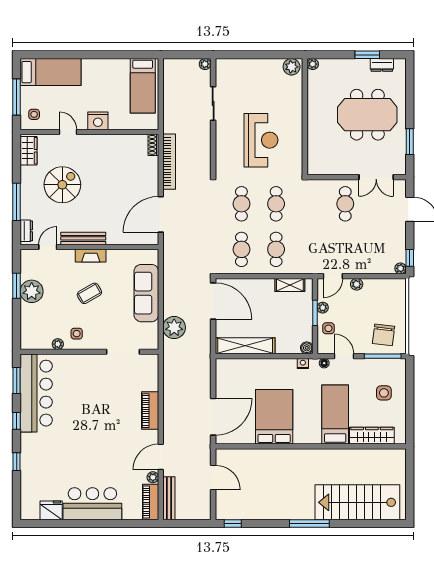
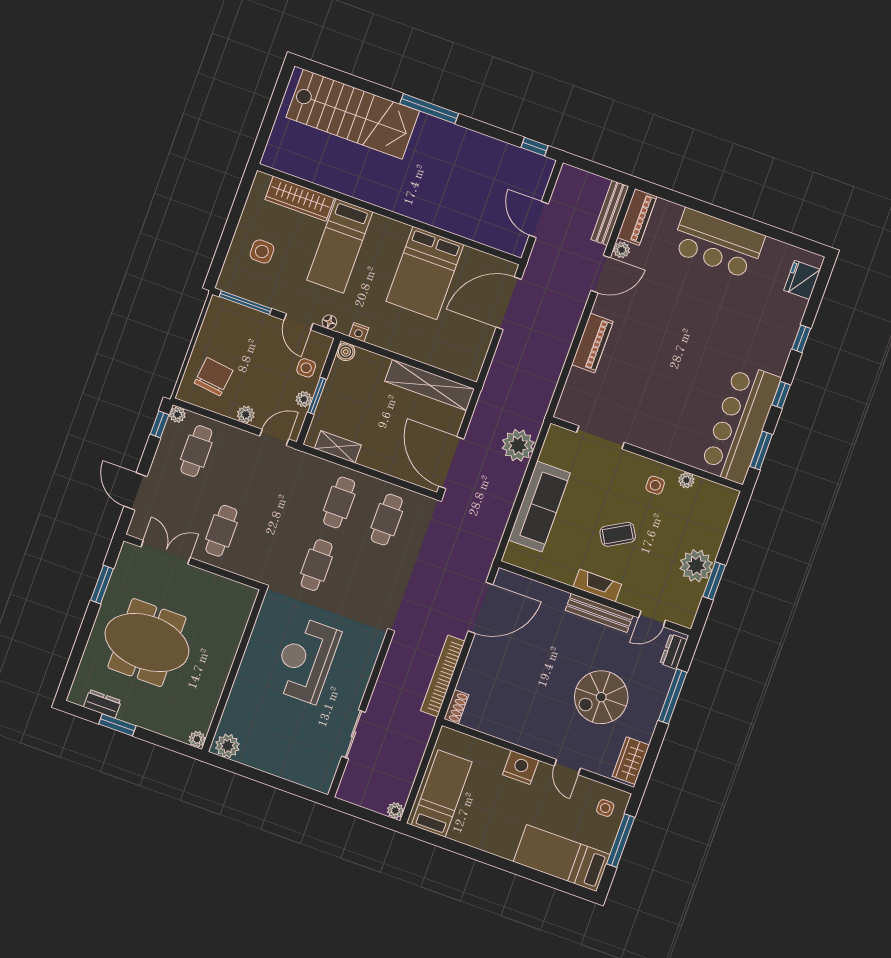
plant: (205, 64) -> (395, 811), moved
cafe table: (241, 204) -> (196, 451), moved
chair: (384, 335) -> (214, 377), moved
fridge: (51, 510) -> (802, 280), moved, turned 90

